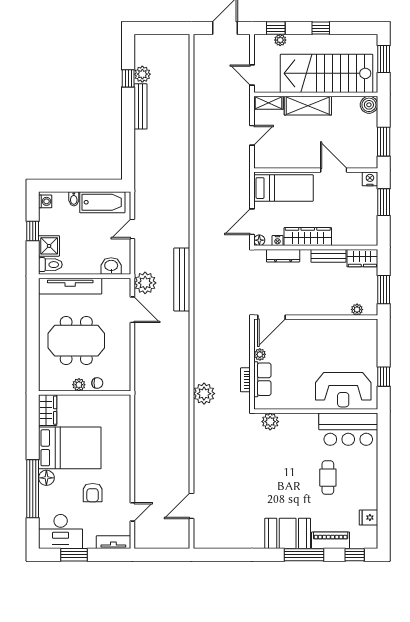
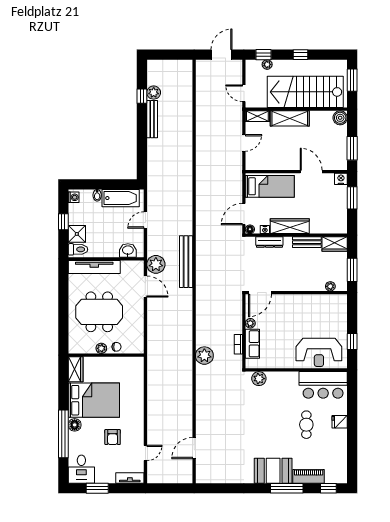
fridge: (368, 518) -> (340, 422), moved
desk: (61, 532) -> (81, 469), width x0.73

